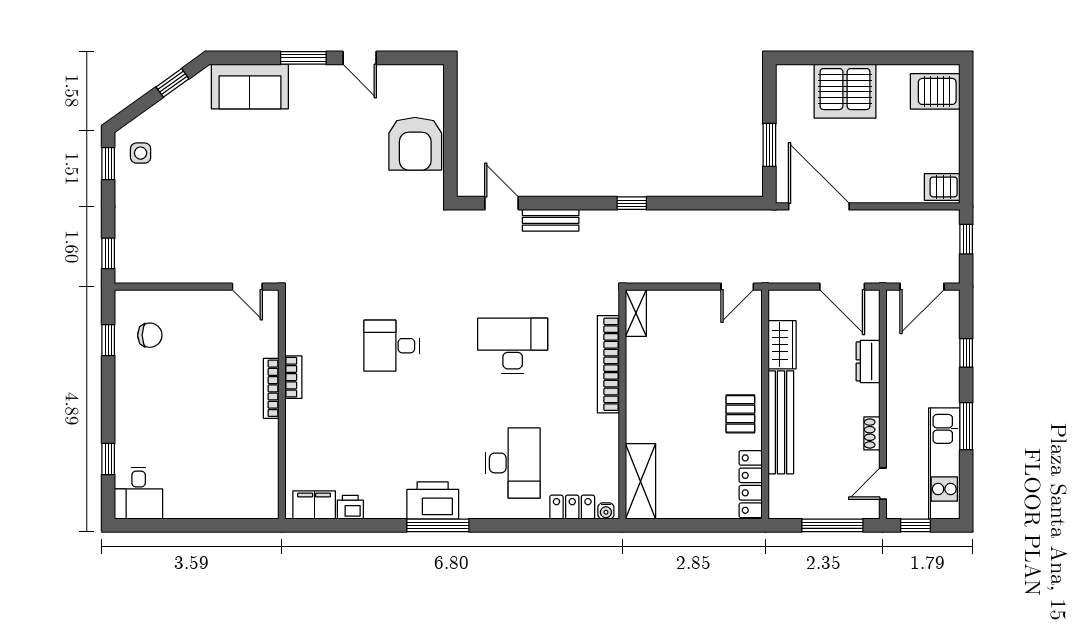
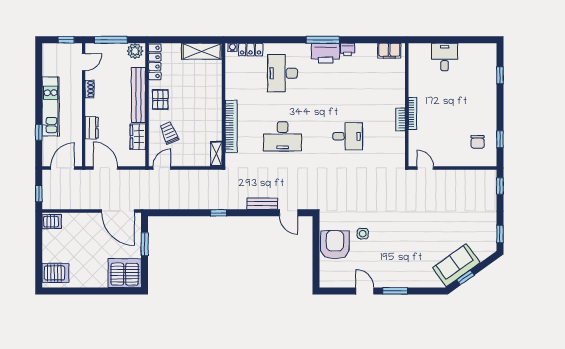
sofa: (250, 87) -> (456, 265), moved, turned -36
server rack: (845, 91) -> (125, 273), moved
side table: (141, 153) -> (363, 234), moved
chair: (150, 335) -> (478, 142), turned -90
trolley: (724, 352) -> (169, 133), added
window: (966, 426) -> (39, 93), removed
kitchen unit: (944, 463) -> (51, 106), moved
shelving: (640, 481) -> (202, 51), moved, turned 90
desk: (139, 493) -> (445, 57), moved
plant: (787, 504) -> (135, 51), added
printer: (350, 507) -> (347, 49), moved

